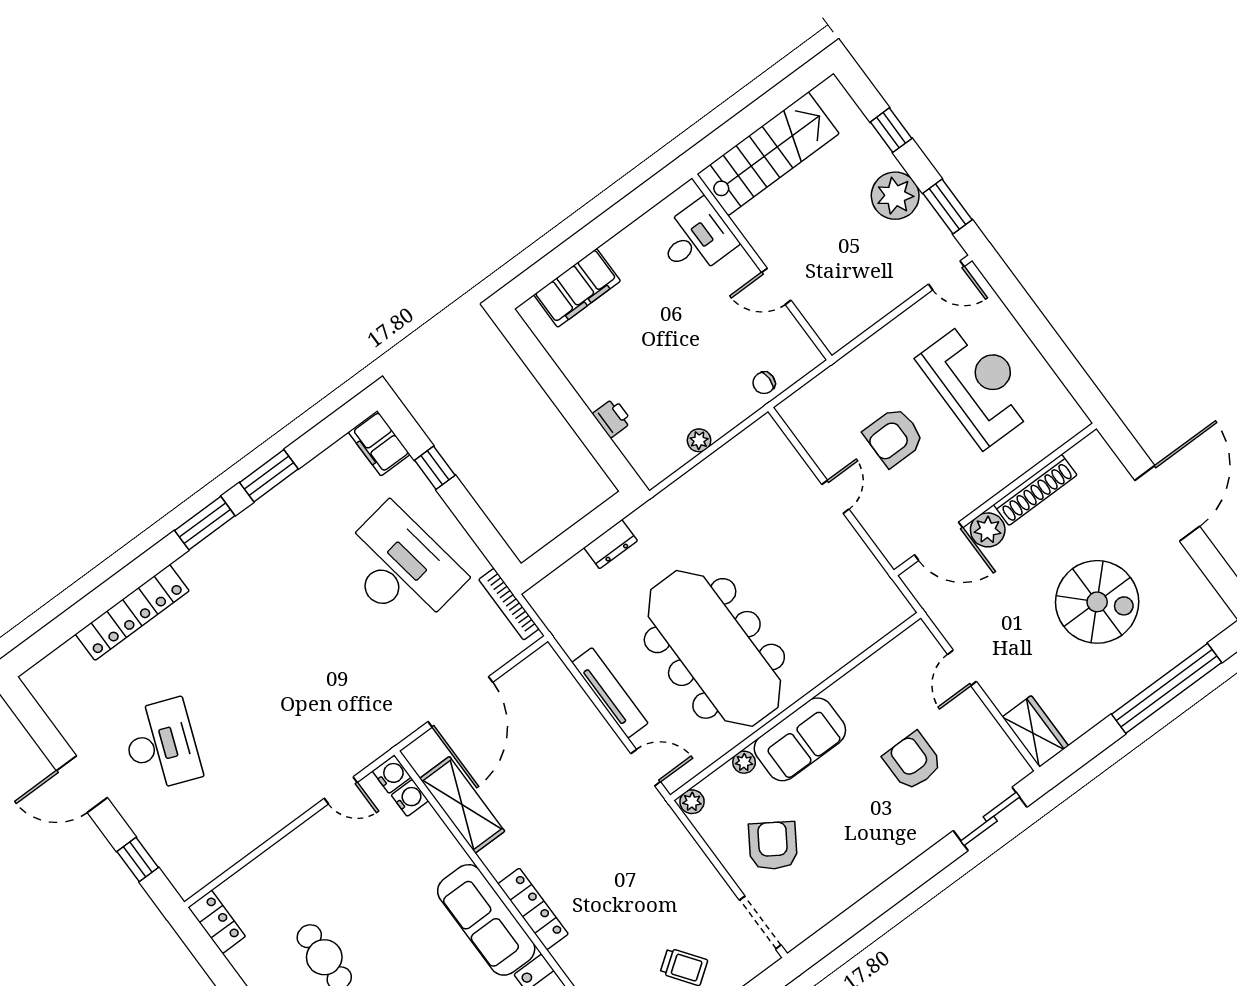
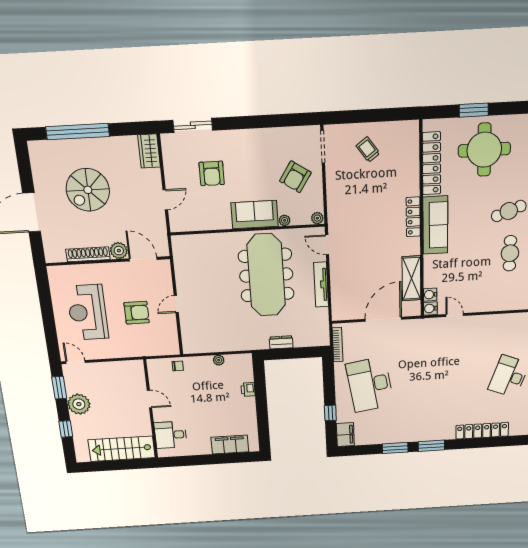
spiral stairs: (1097, 602) -> (88, 190), turned -90

